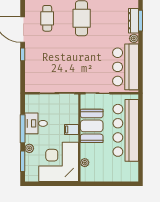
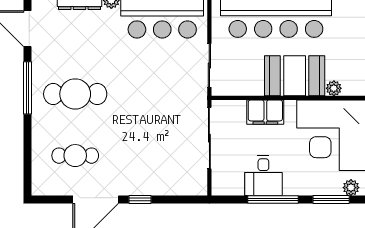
booth: (92, 126) -> (295, 76), moved
filing cabinet: (71, 130) -> (265, 112), width x2.00
plant: (29, 148) -> (351, 188), moved

